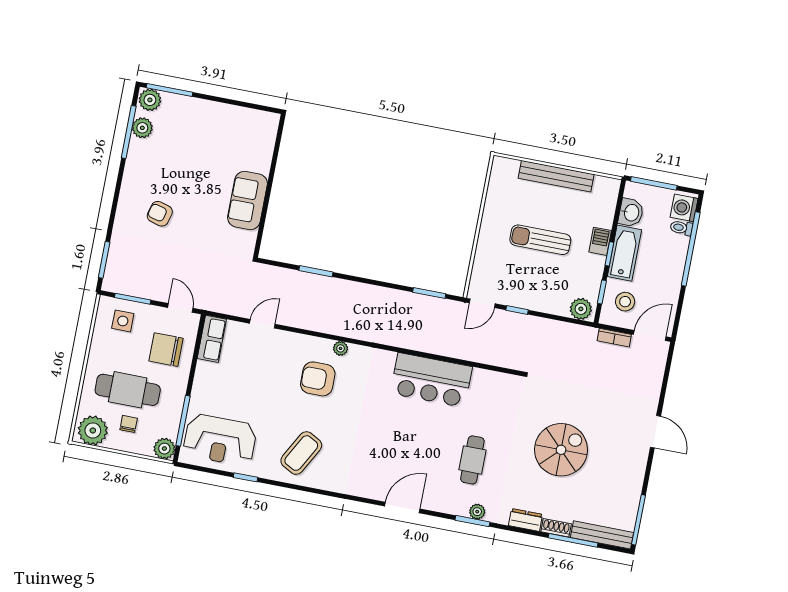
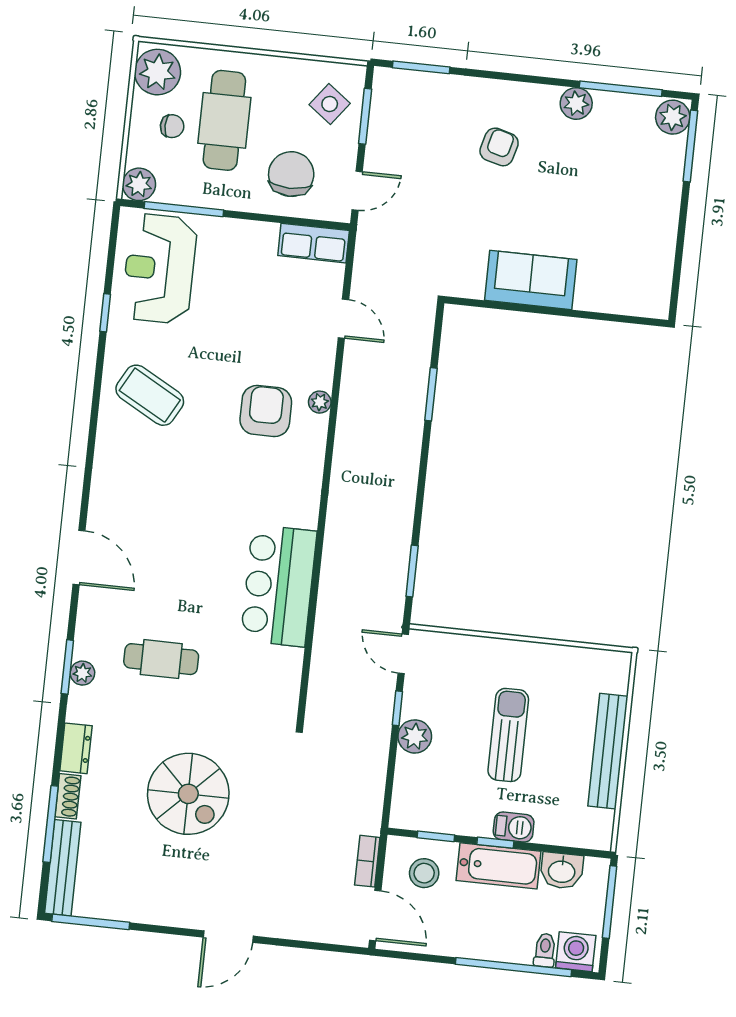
plant: (142, 128) -> (576, 103), moved
plant: (581, 309) -> (415, 736), moved
side table: (123, 321) -> (330, 104), turned 37
plant: (341, 348) -> (320, 402), moved

